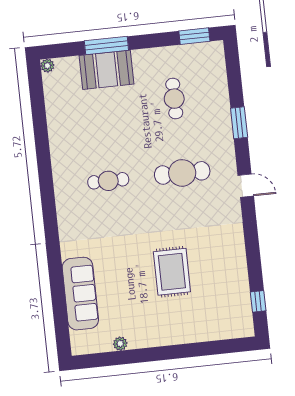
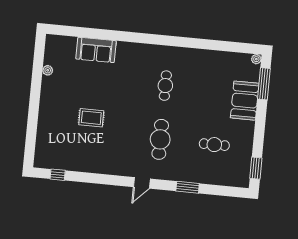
window: (106, 46) -> (264, 84), moved
rug: (172, 272) -> (91, 118), width x0.73, depth x0.70
sofa: (80, 294) -> (96, 50), width x0.73

